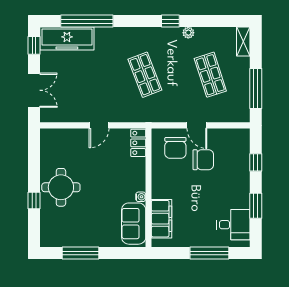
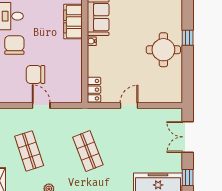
chair: (175, 148) -> (14, 45), moved

